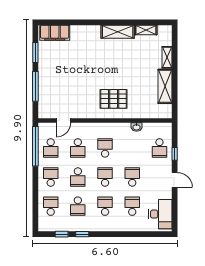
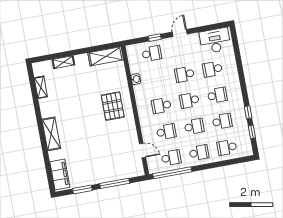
shelving: (118, 32) -> (51, 134), moved
shelving: (165, 86) -> (106, 56), moved
school desk: (51, 177) -> (199, 153), turned 180
school desk: (105, 206) -> (217, 95), turned 180

